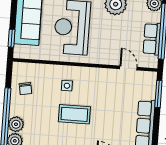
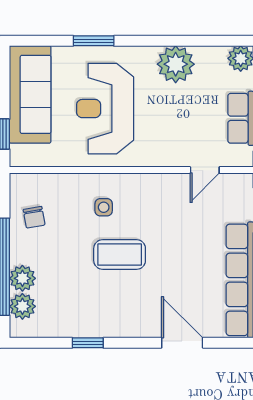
door: (128, 68) -> (205, 170), swing flipped

